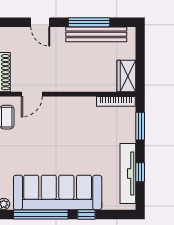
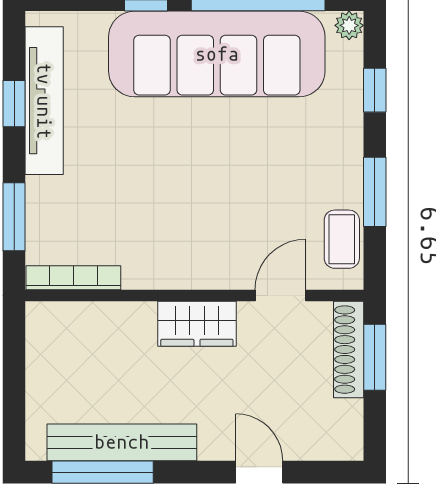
window: (89, 22) -> (103, 472), moved
wardrobe: (126, 76) -> (197, 324), moved, turned 90

